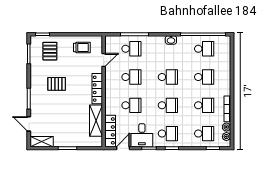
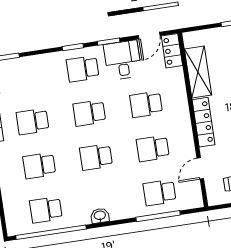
locker: (110, 131) -> (172, 51), width x0.66
school desk: (204, 134) -> (26, 77), removed

